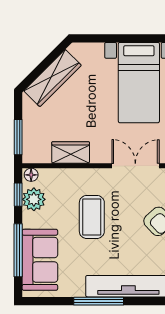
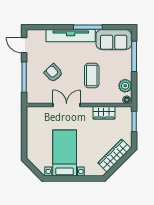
double door: (135, 166) -> (67, 105), swing flipped
window: (18, 195) -> (134, 88), removed
sofa: (40, 260) -> (114, 40), moved, turned -90

